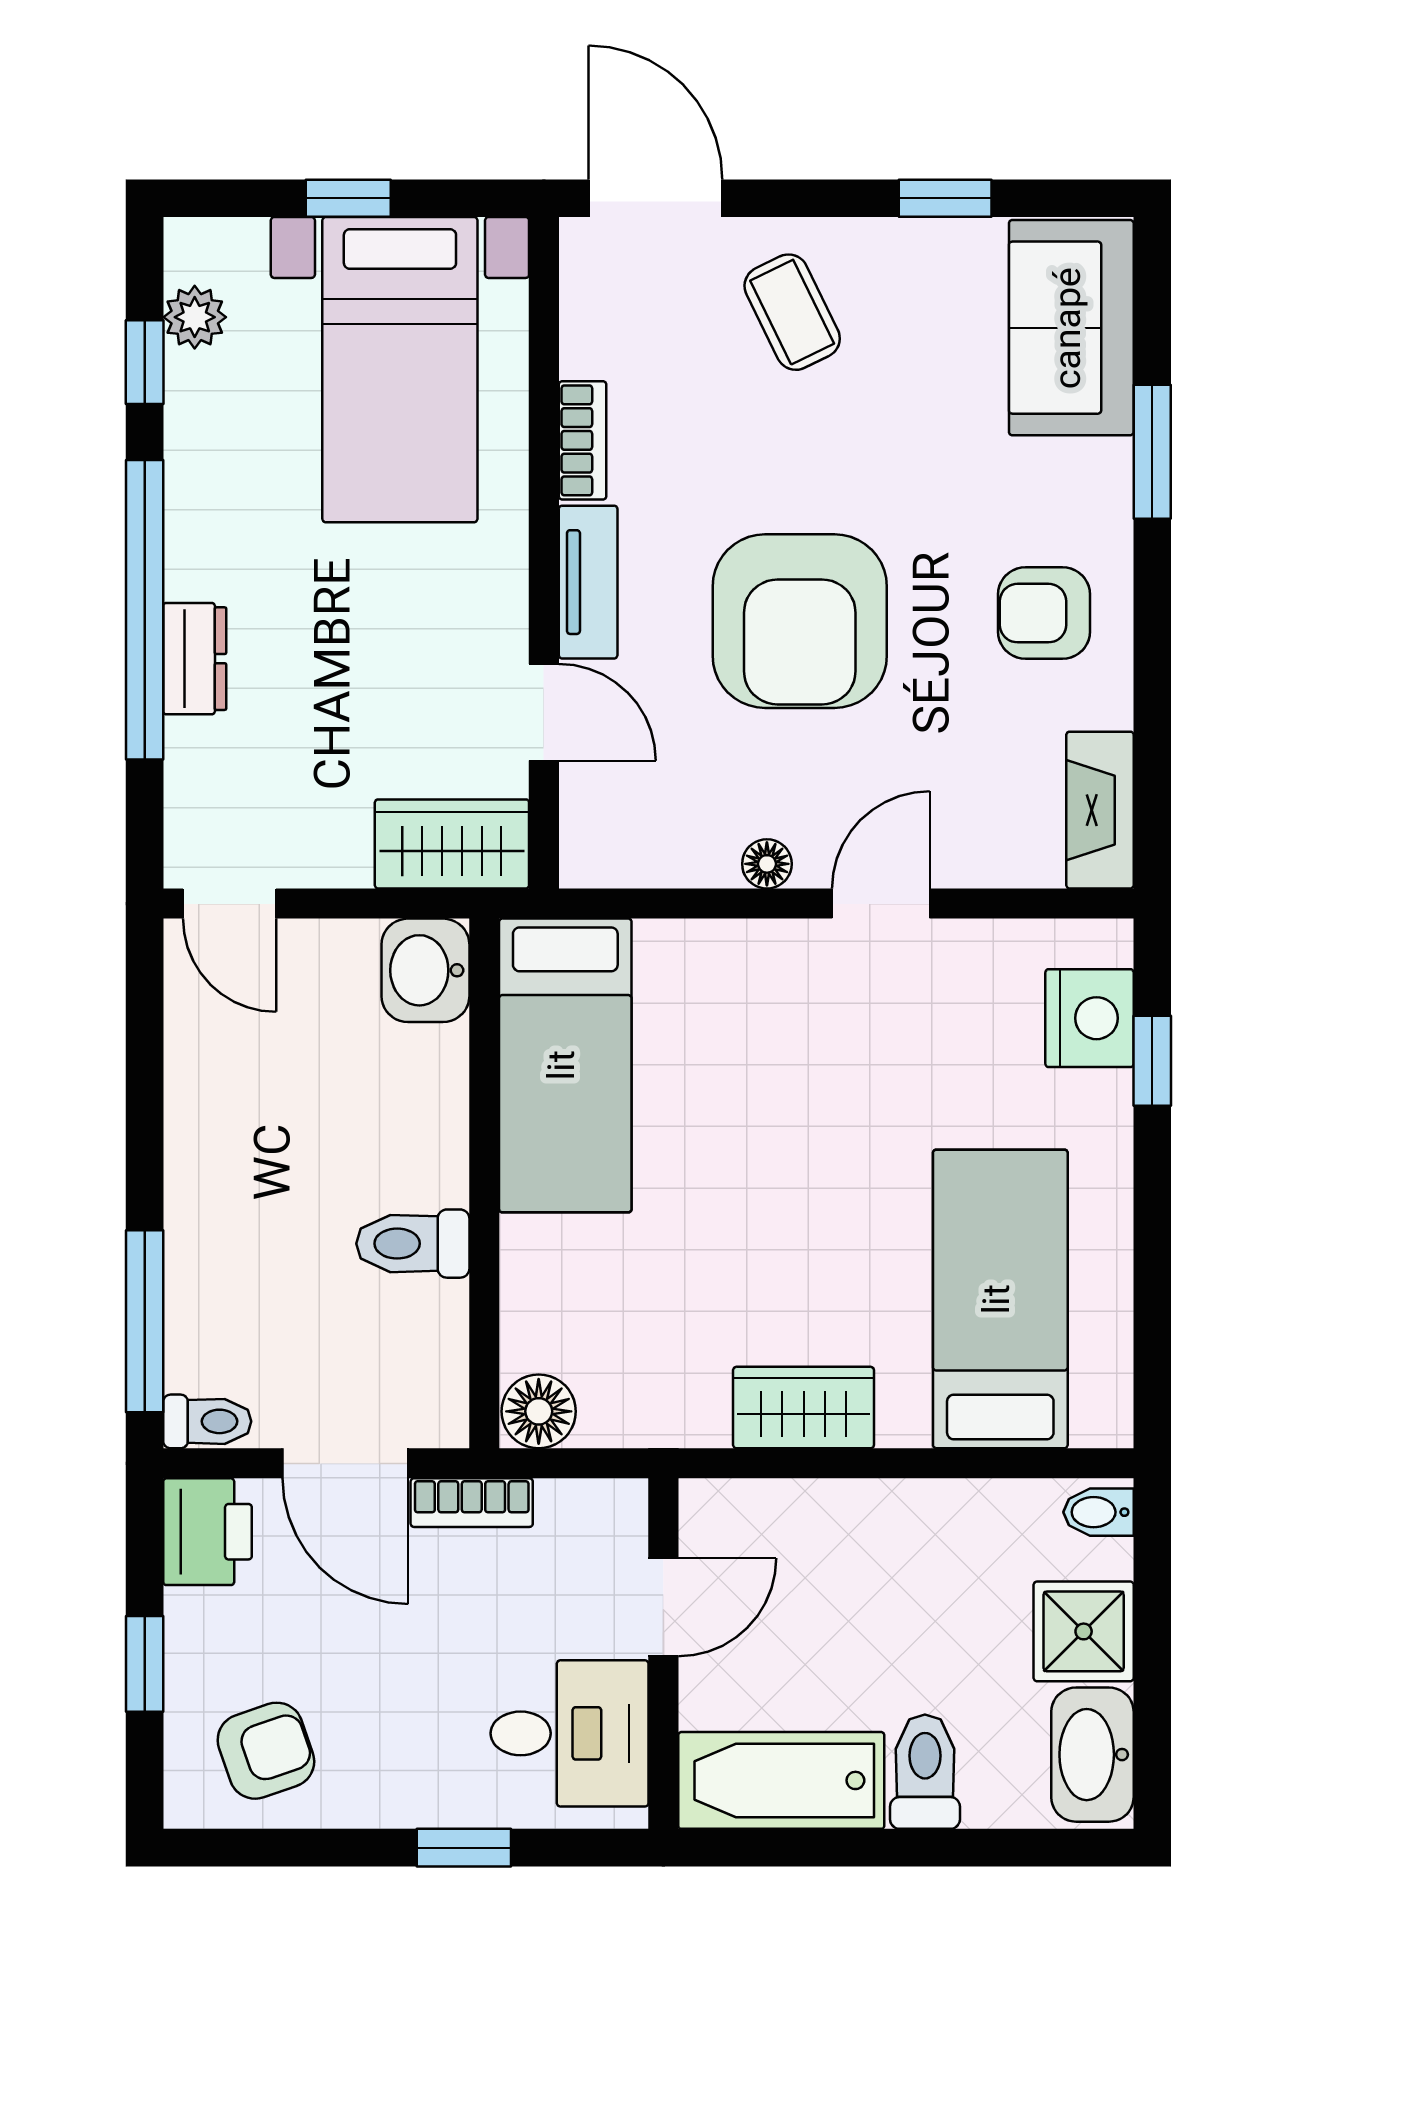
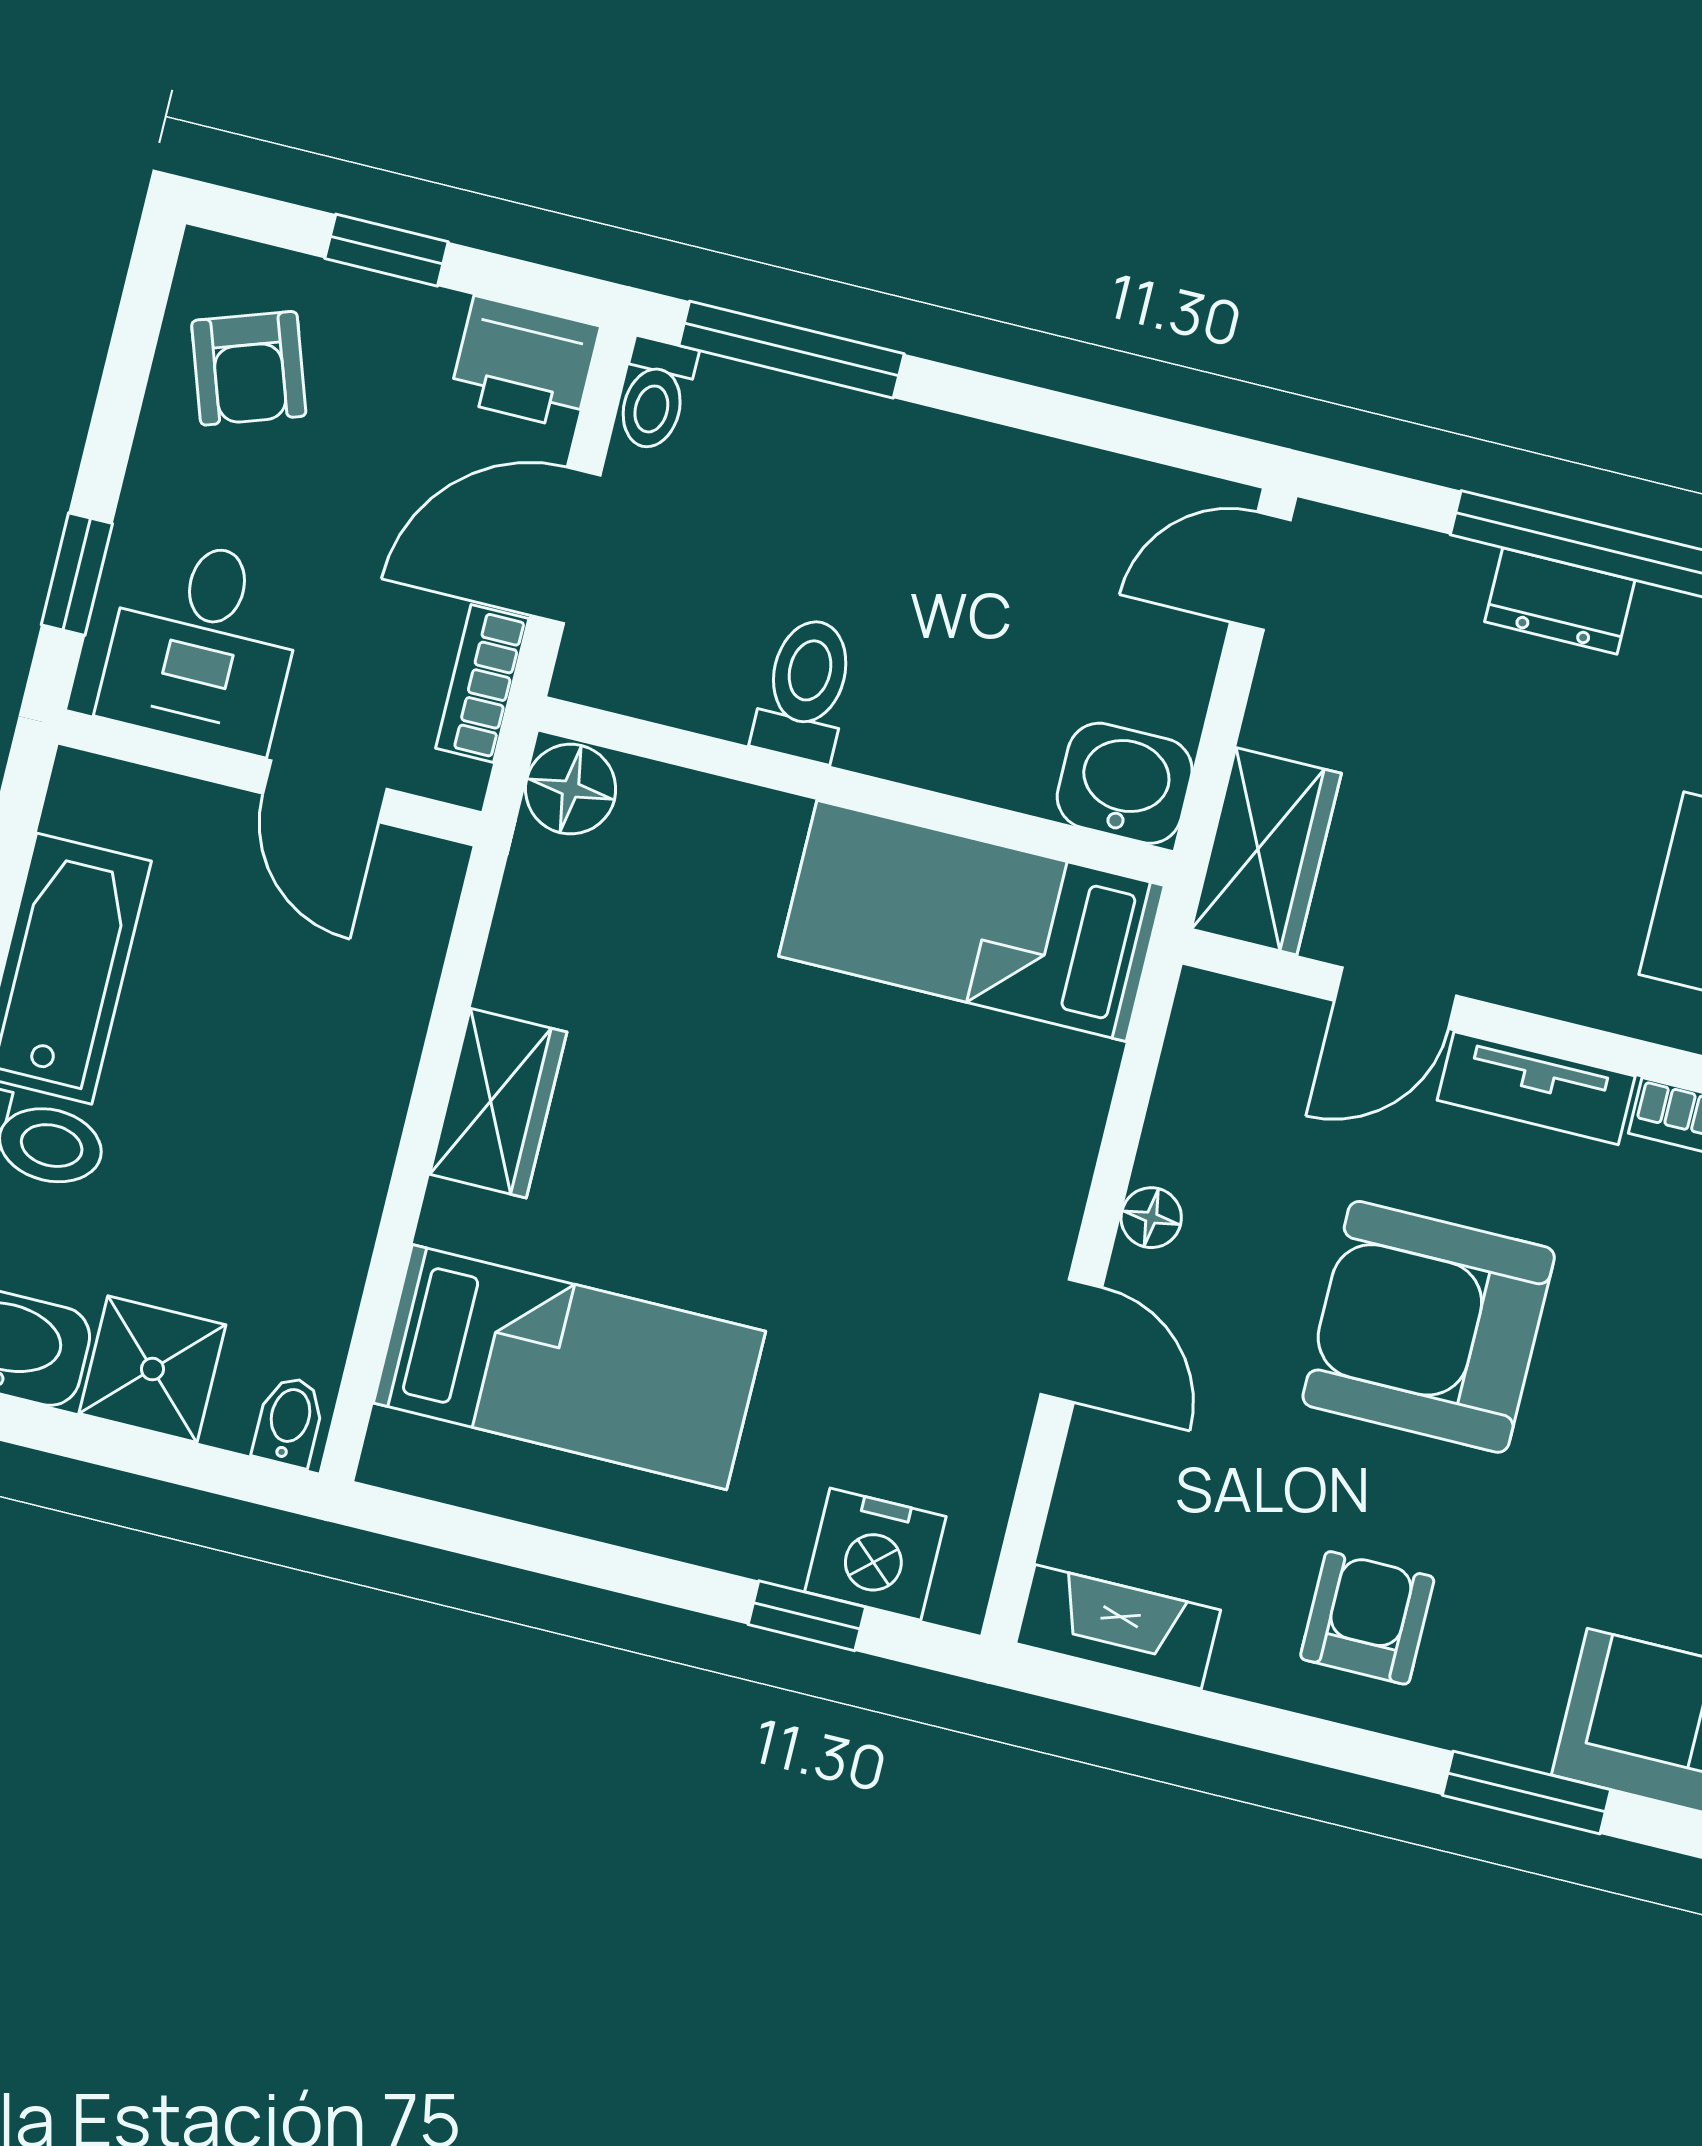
door: (663, 1607) -> (325, 791), moved
wall: (663, 1654) -> (270, 778), moved
desk: (570, 1733) -> (203, 644), moved

